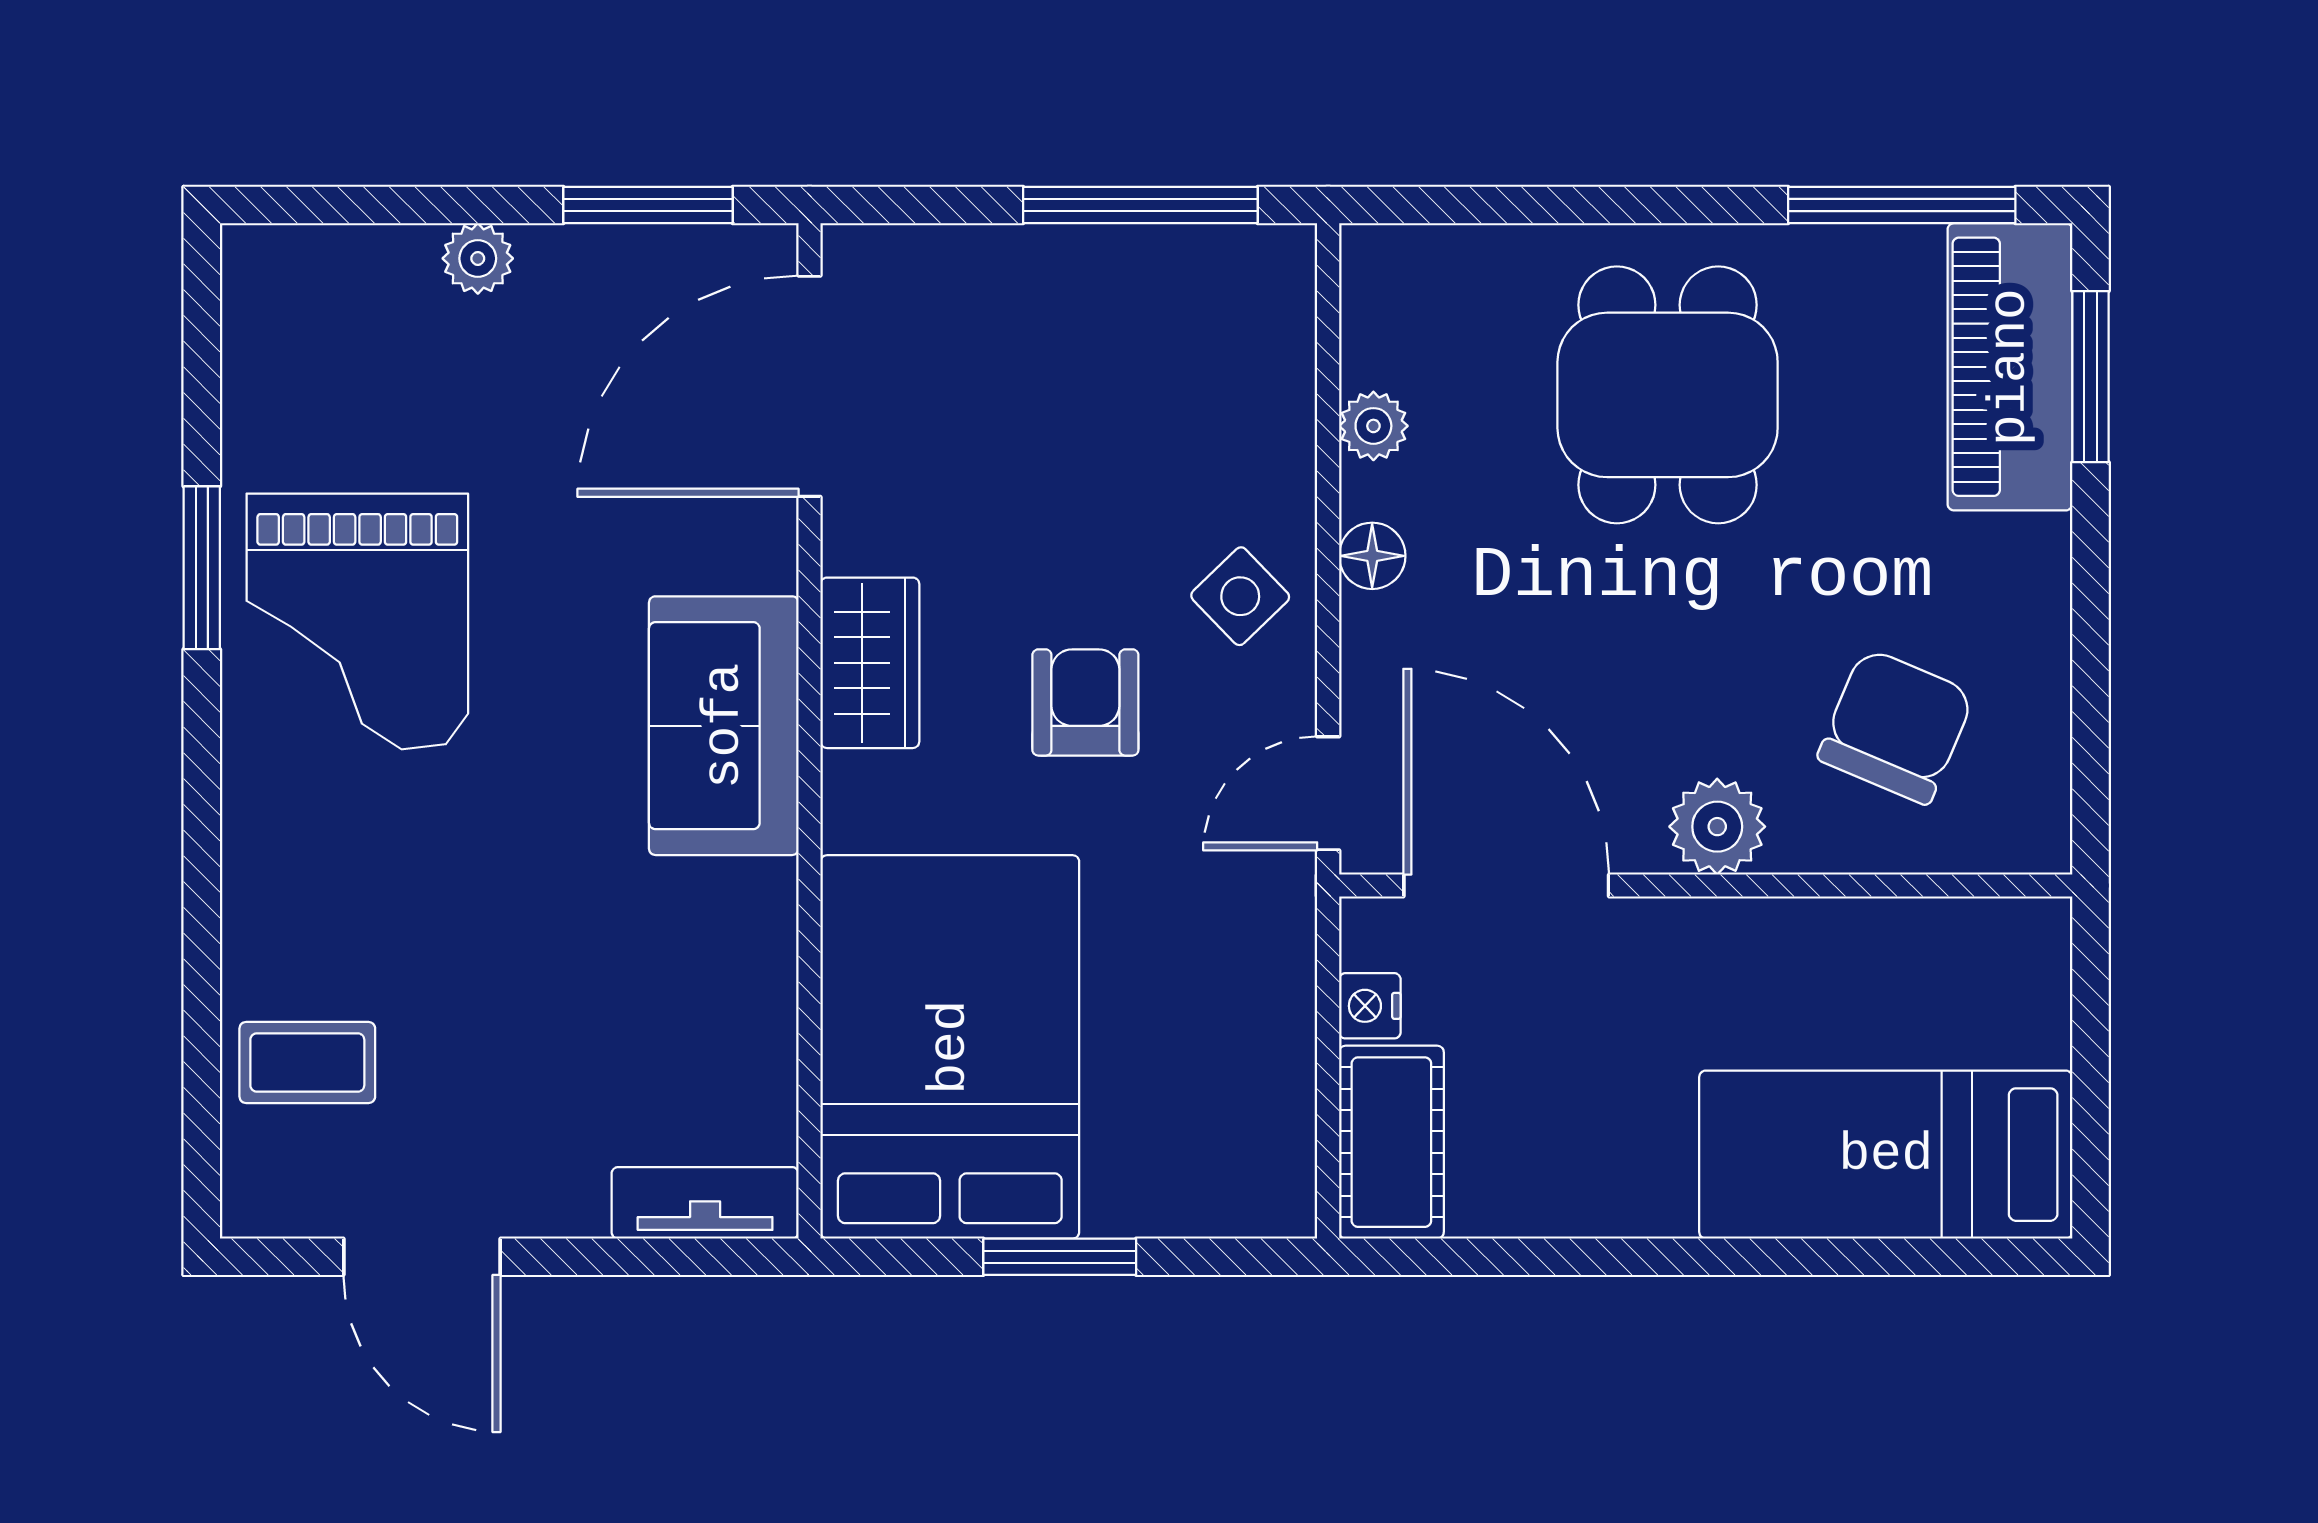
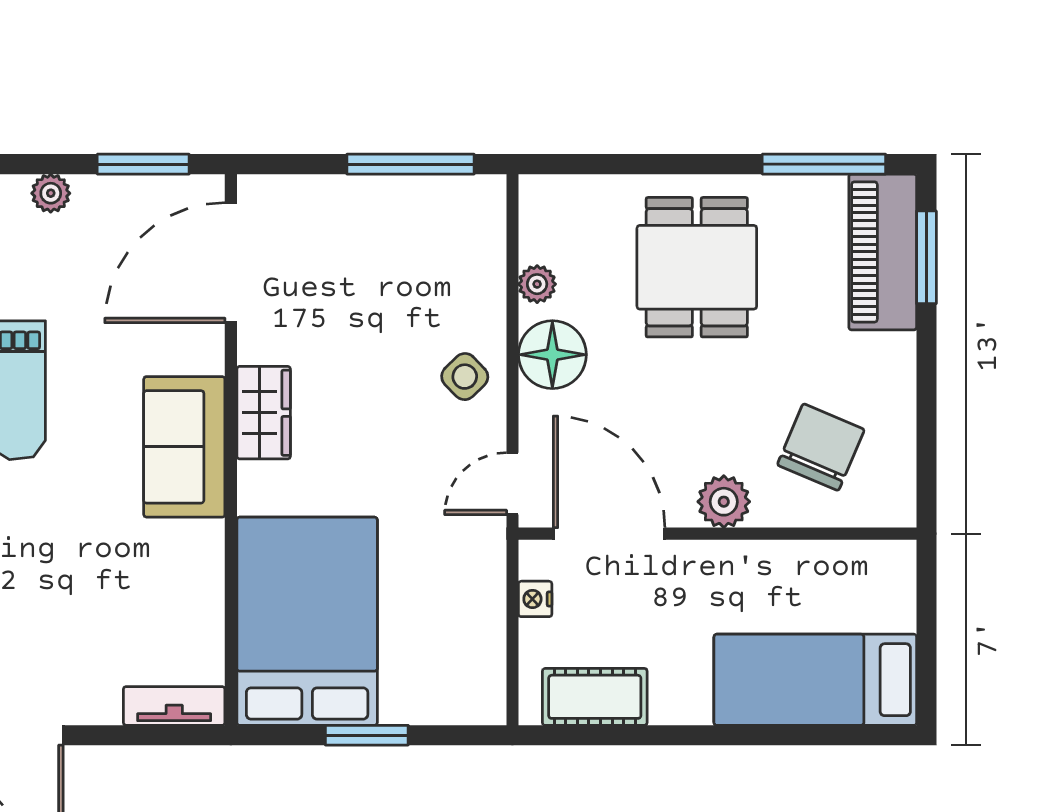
floor lamp: (1372, 556) -> (552, 355), width x1.89, depth x1.89
armchair: (1085, 702) -> (381, 434), removed
cot: (1391, 1142) -> (595, 697), moved, turned 90

